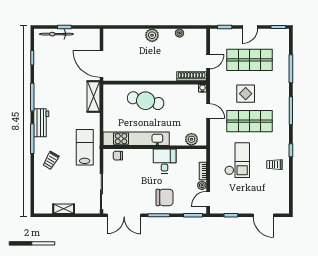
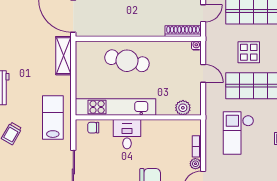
checkout: (237, 160) -> (238, 133), turned 180
desk: (165, 161) -> (127, 134), moved

